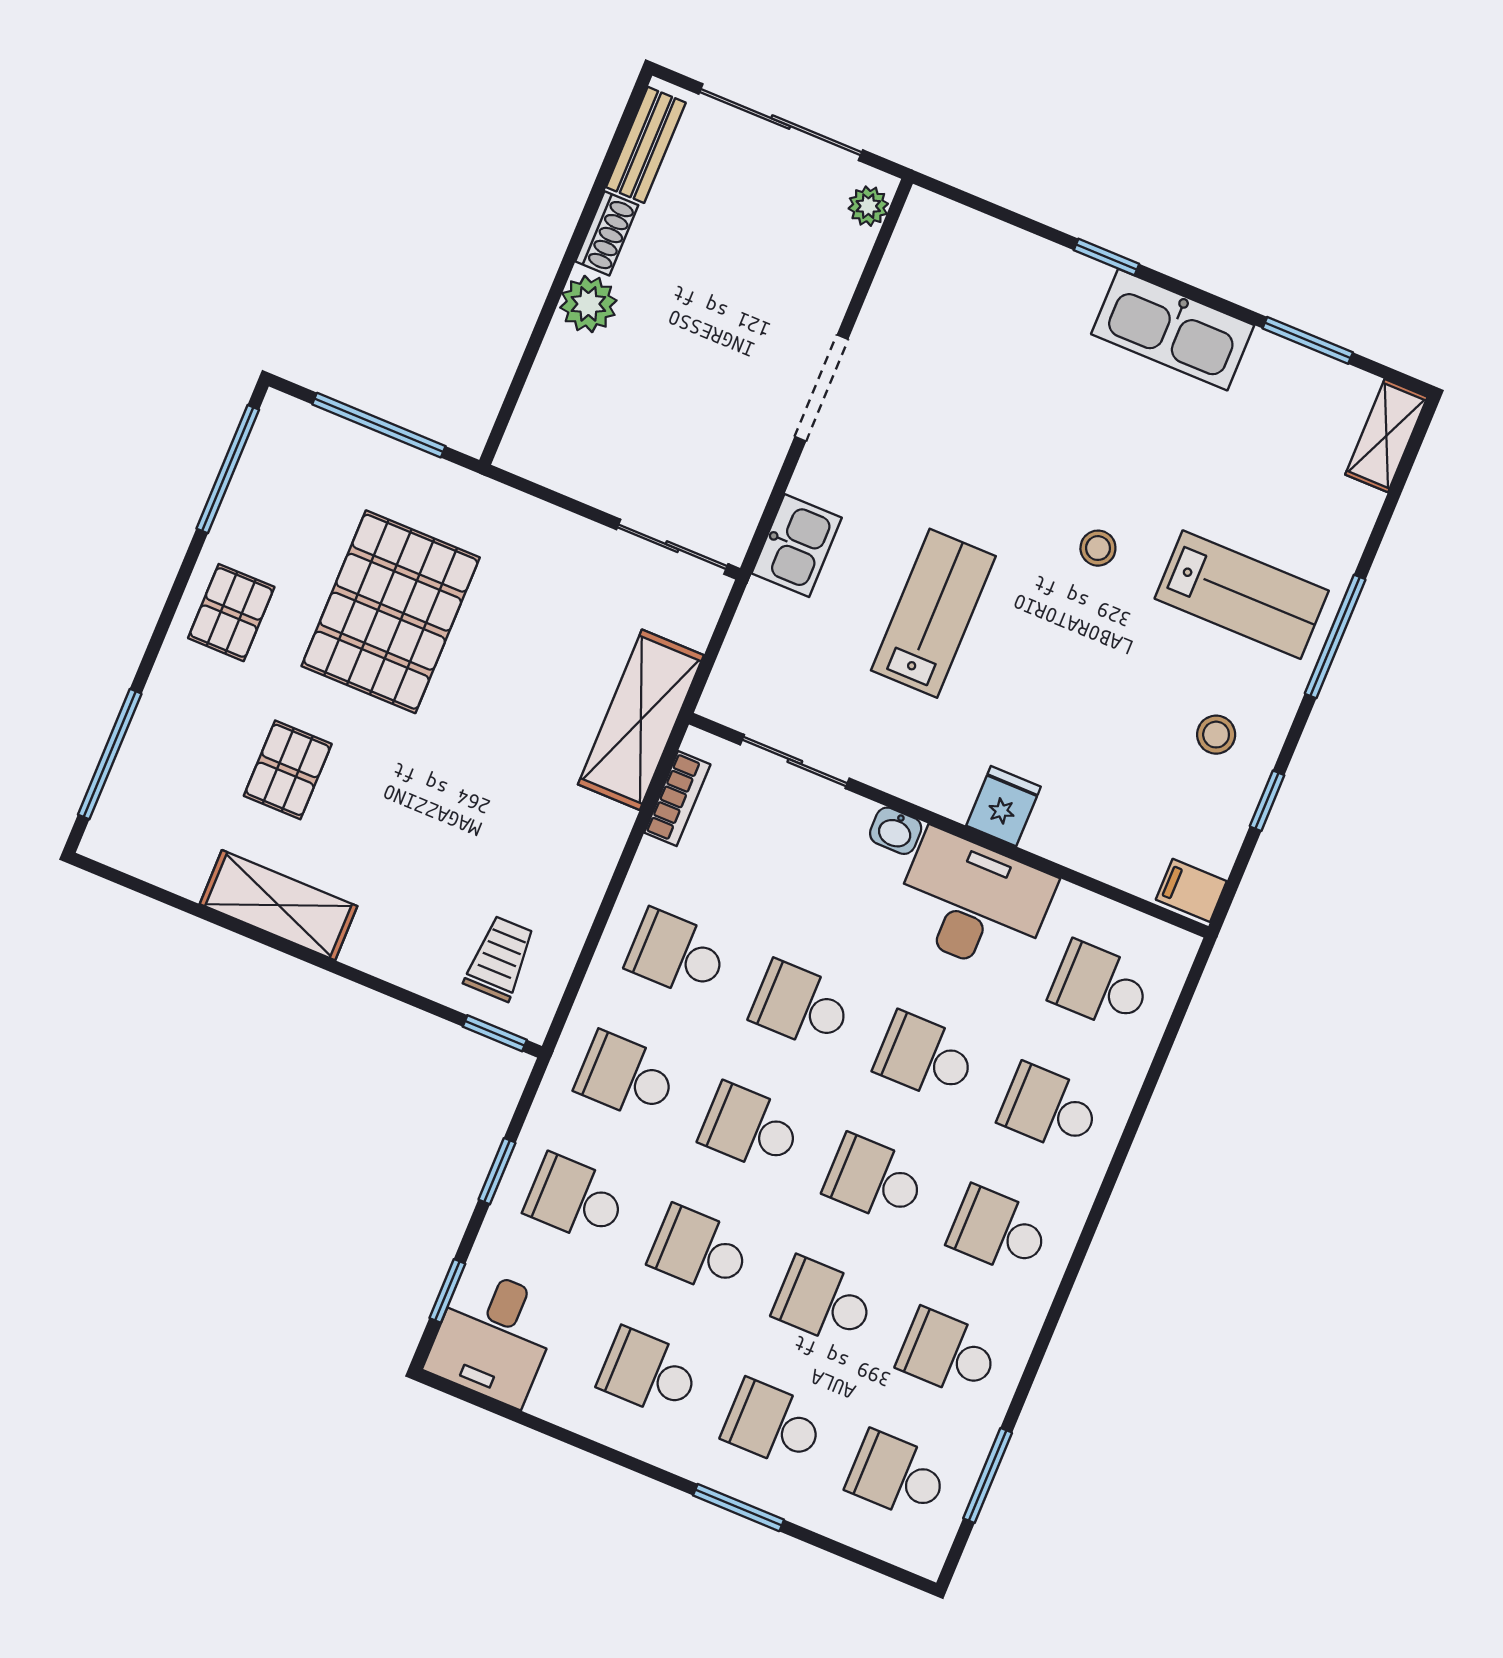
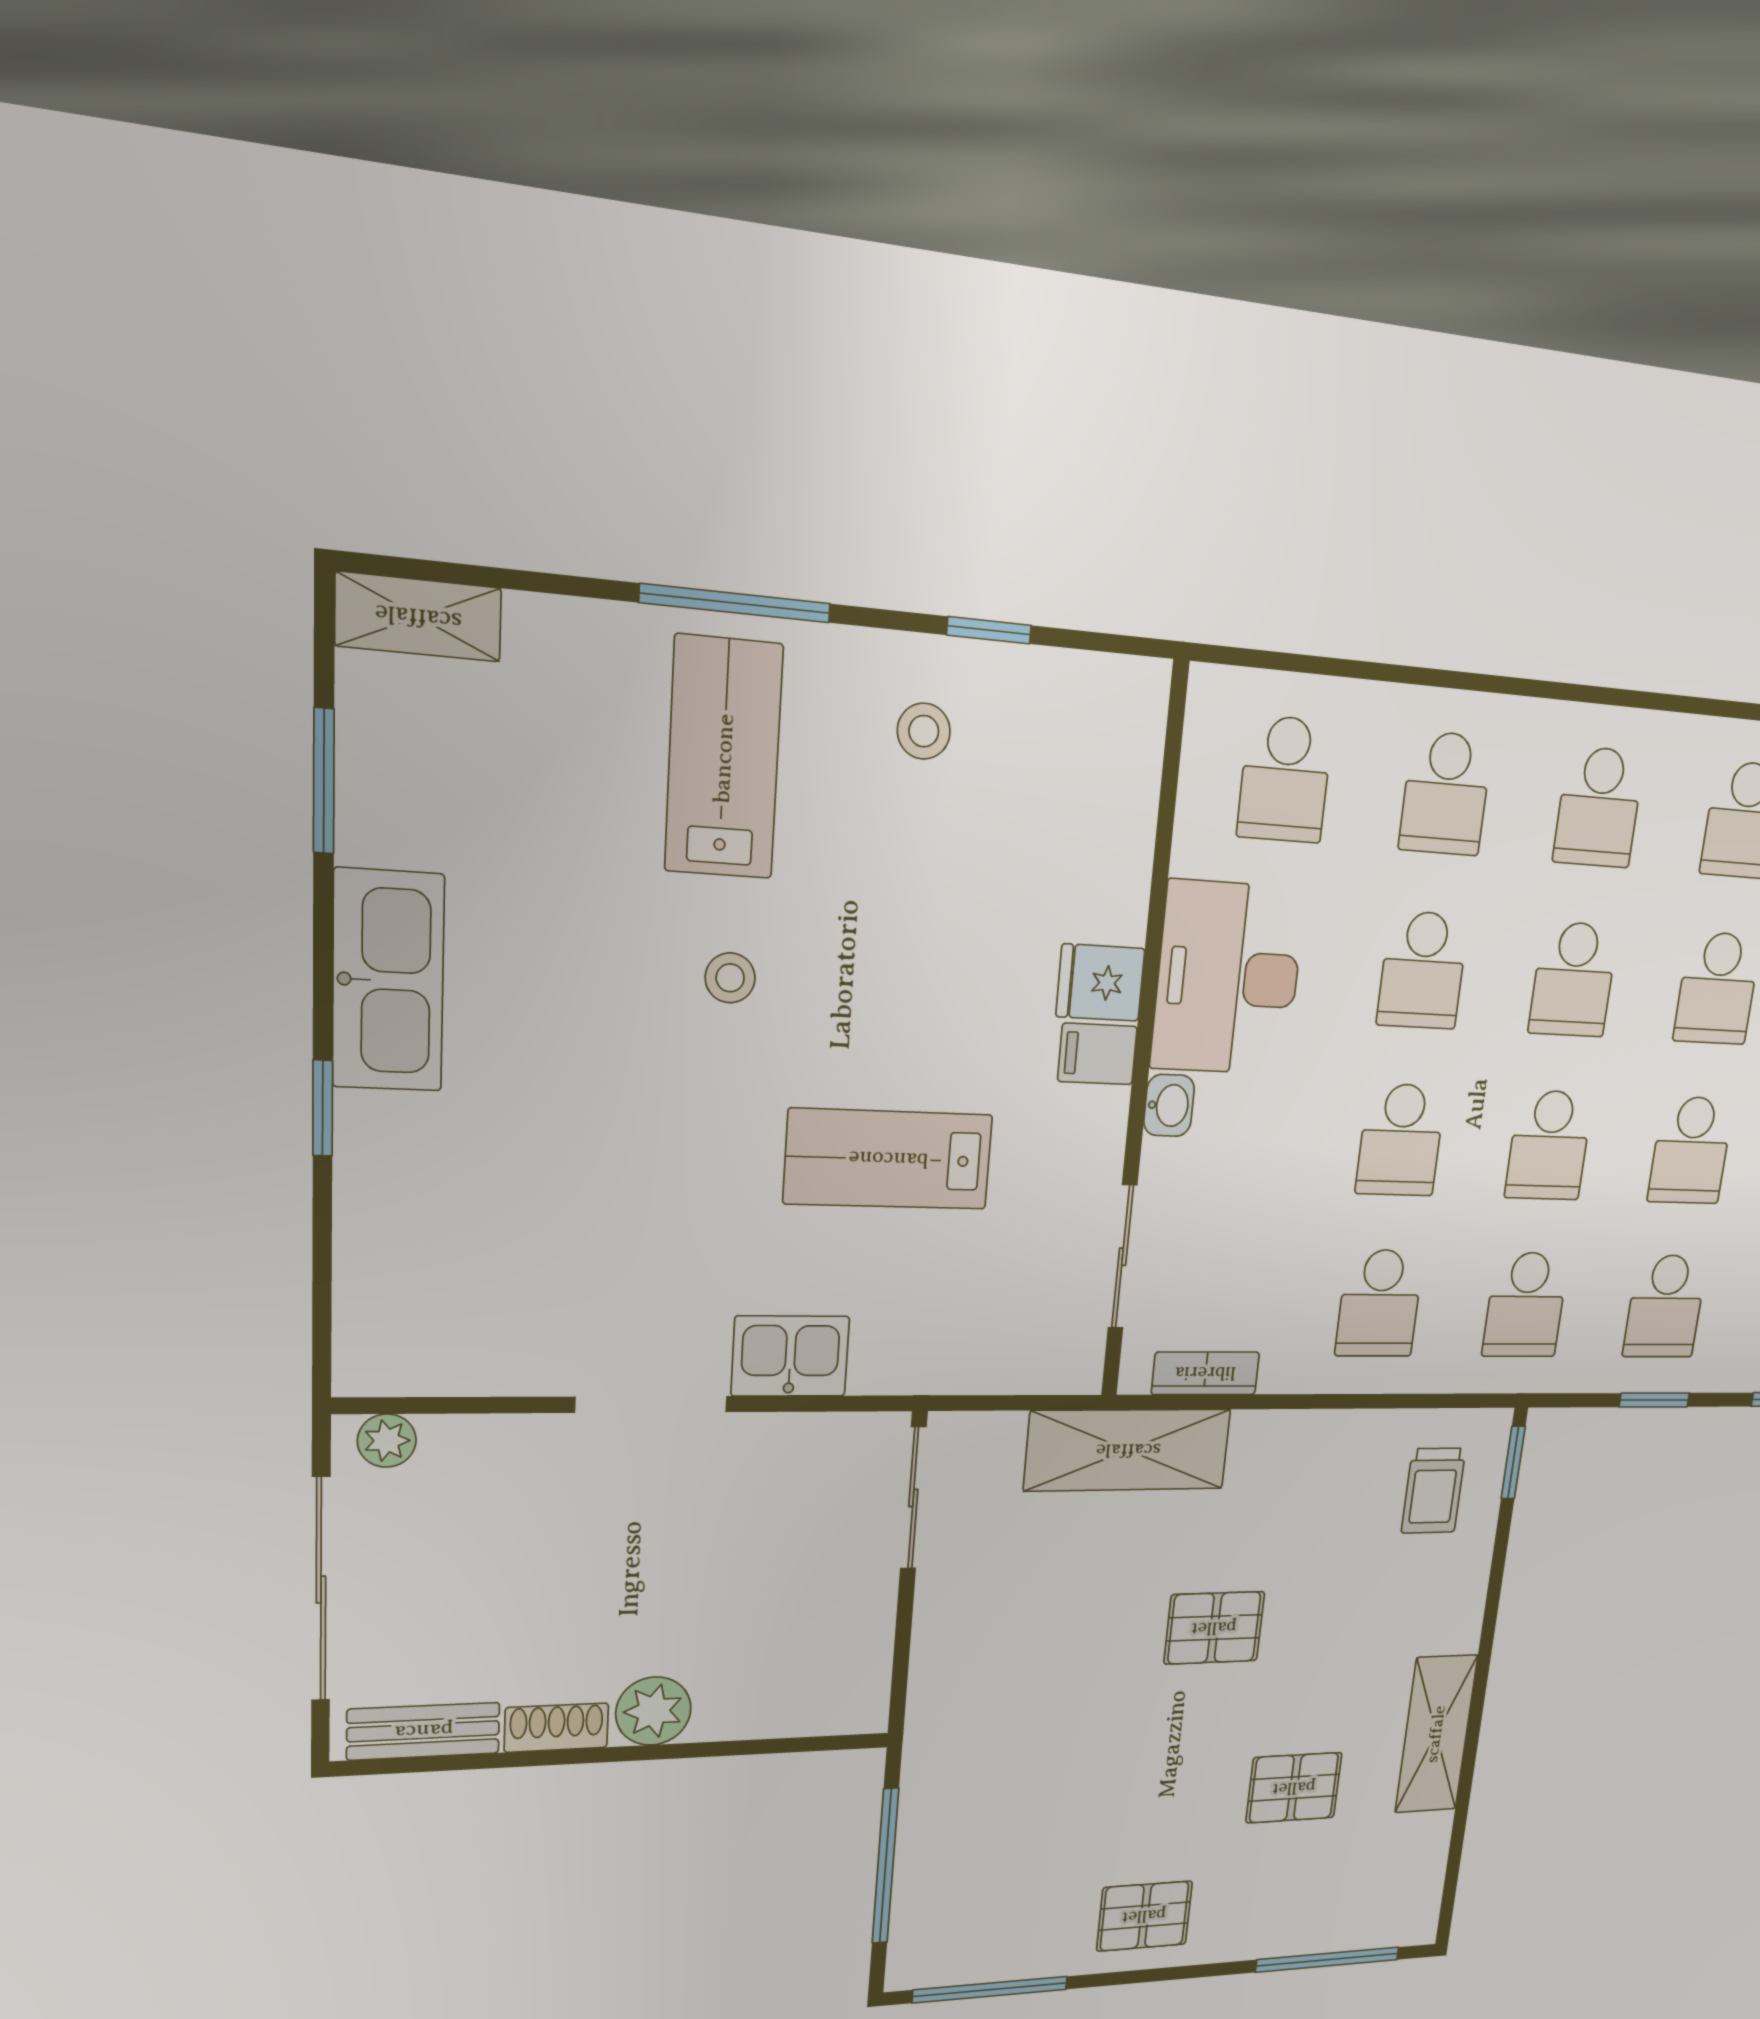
kitchen sink: (797, 545) -> (790, 1356), moved
pallet: (391, 612) -> (1214, 1628), moved, width x0.49, depth x0.50
filing cabinet: (1191, 890) -> (1097, 1054), moved, turned 90
trolley: (500, 958) -> (1433, 1491), turned -90

